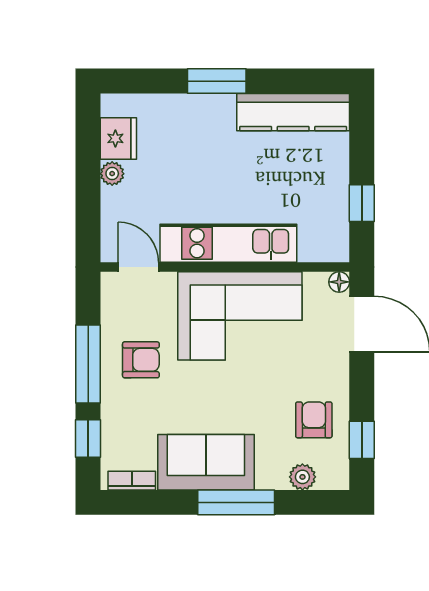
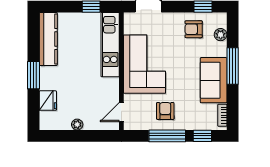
fridge: (118, 138) -> (48, 101), moved, turned 90
kitchen unit: (228, 243) -> (110, 45), moved
floor lamp: (339, 282) -> (128, 17), removed

